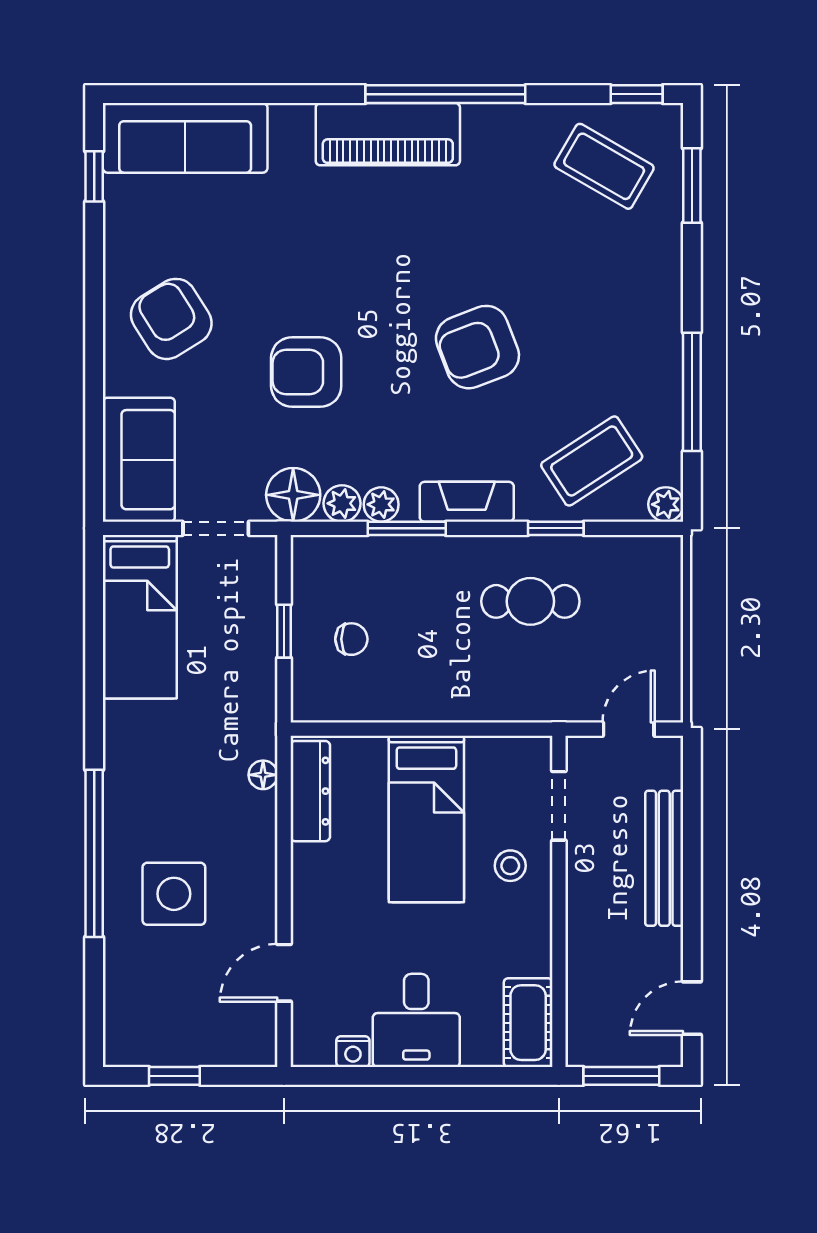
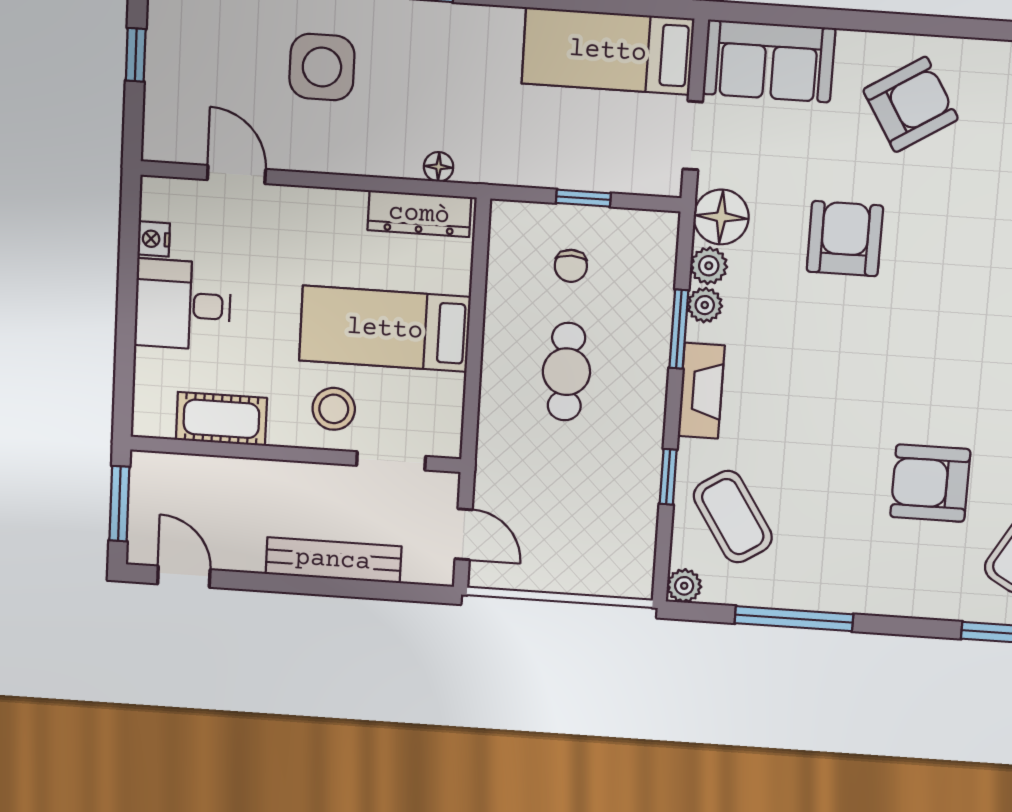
armchair: (477, 347) -> (930, 483), moved, turned -69
cafe table: (530, 601) -> (566, 372), moved
stool: (510, 866) -> (334, 409), width x1.37, depth x1.37
cot: (528, 1023) -> (221, 419), moved

